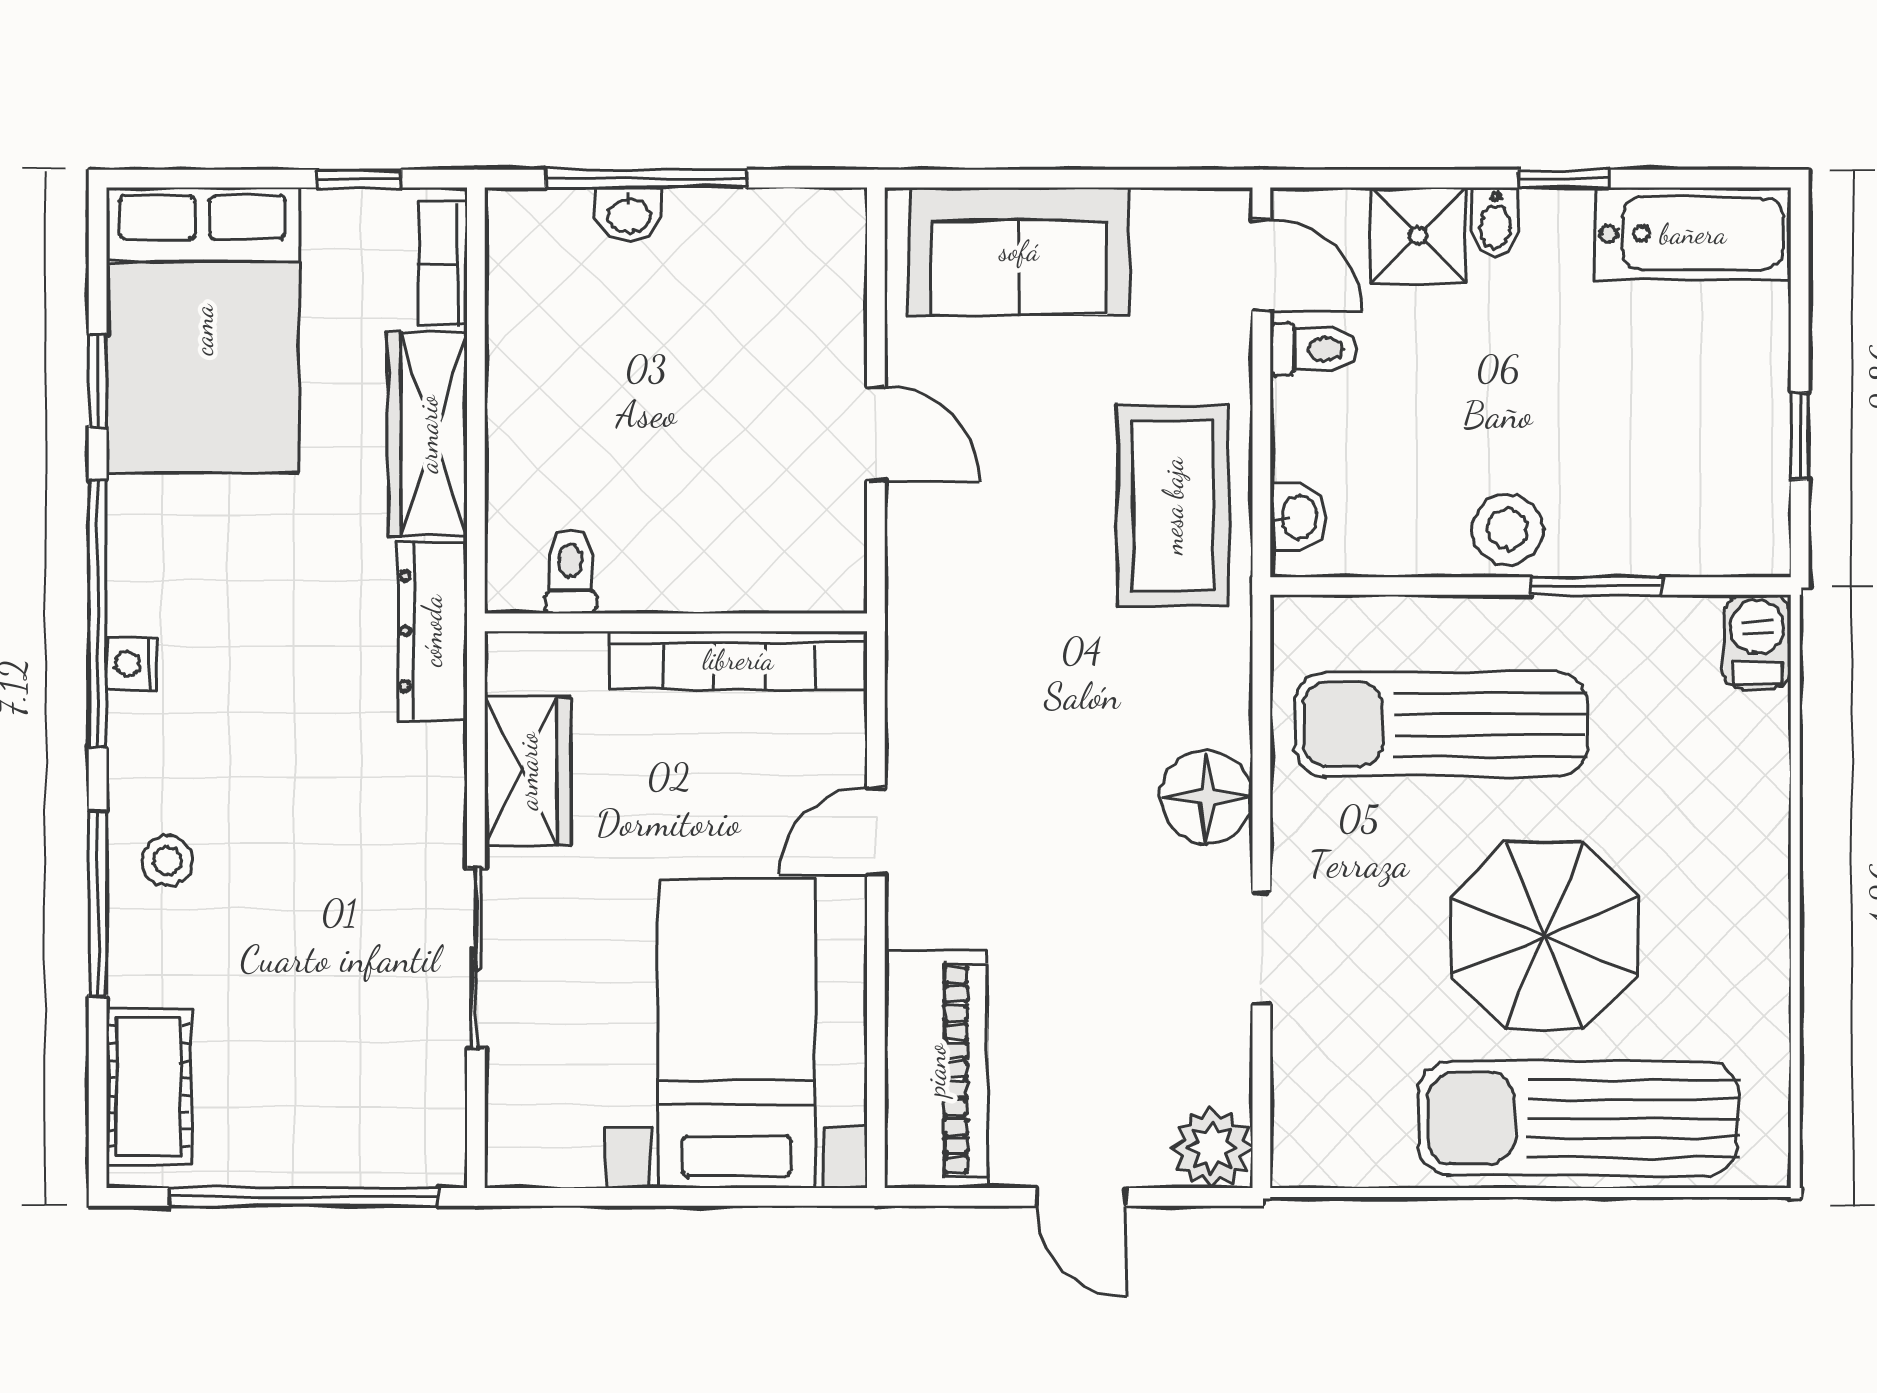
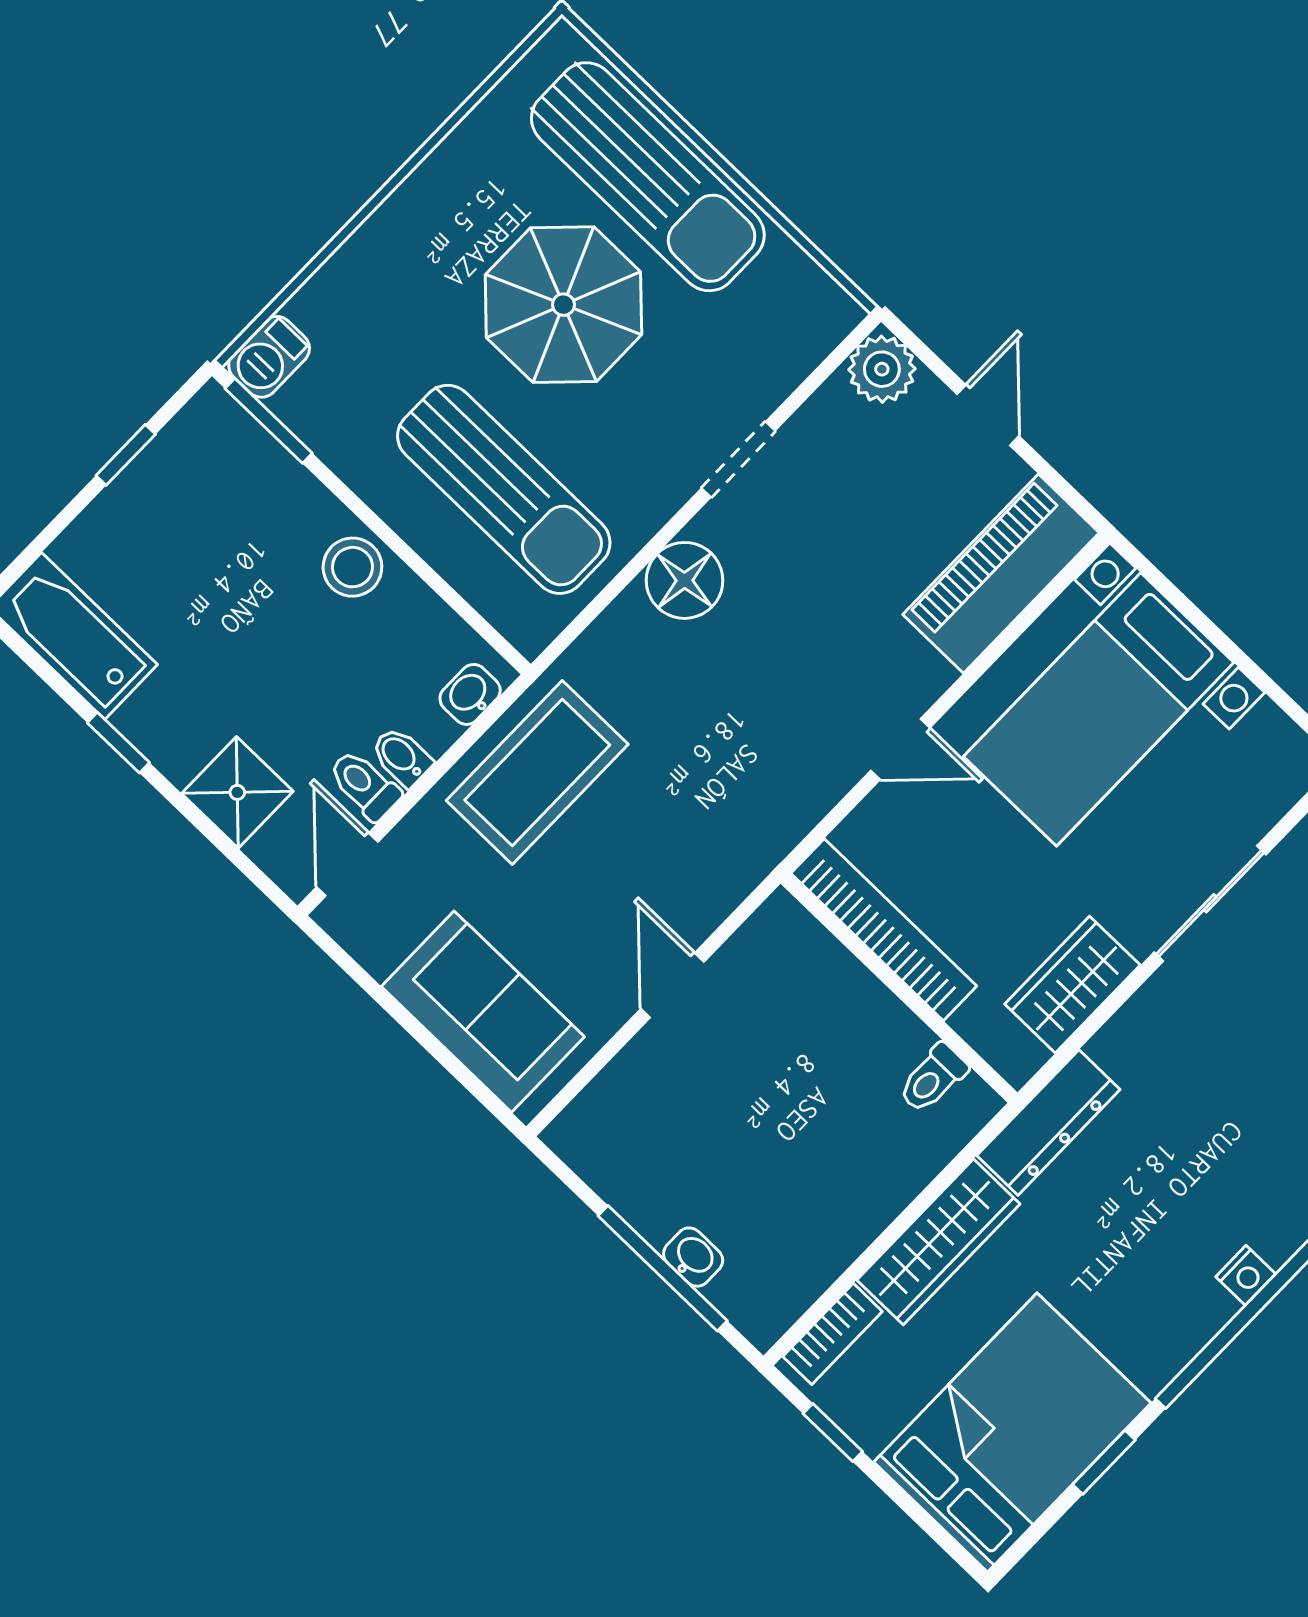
bidet: (1495, 222) -> (401, 757), moved, turned -90
window: (1596, 586) -> (269, 421), moved

